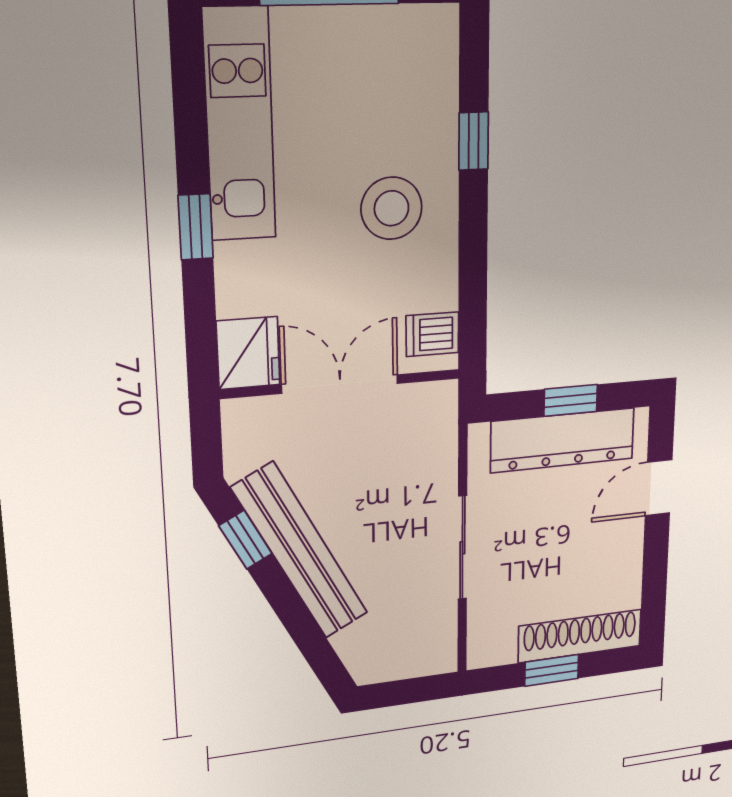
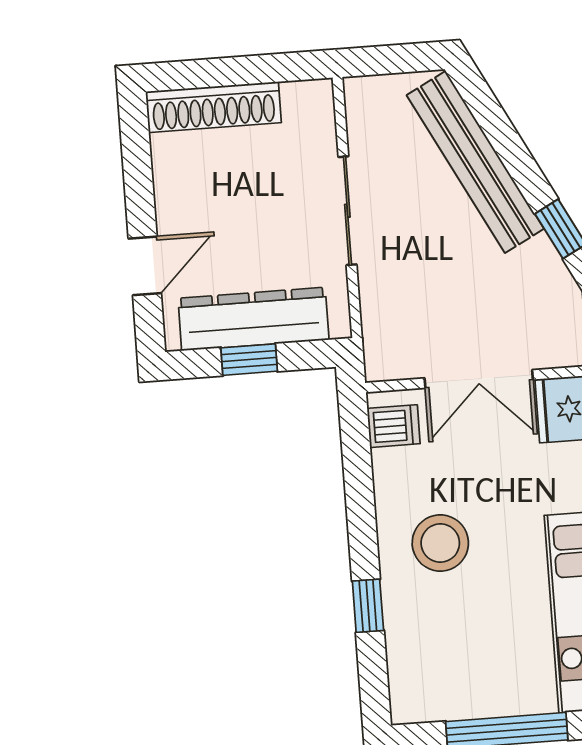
bench: (300, 551) -> (475, 162), moved
window: (552, 670) -> (241, 71), removed

